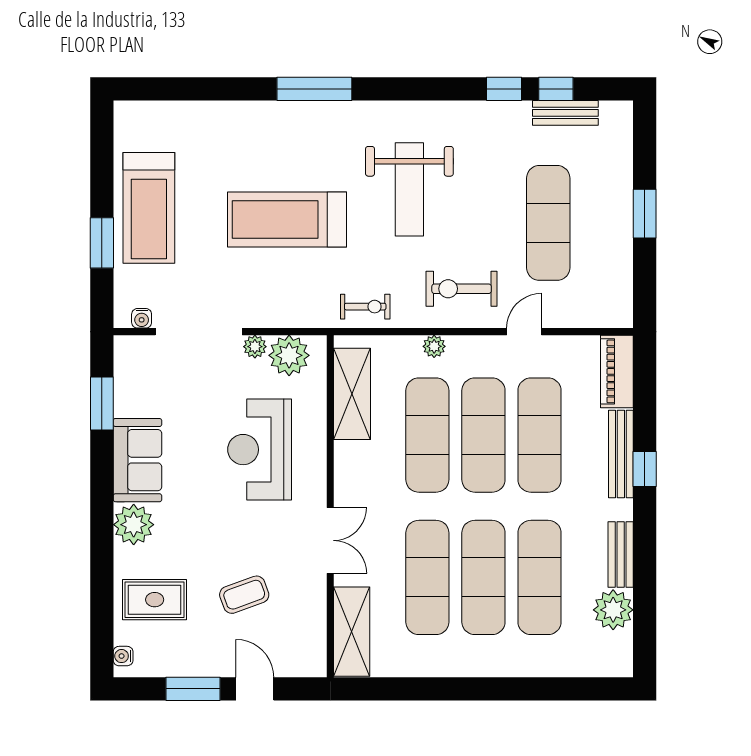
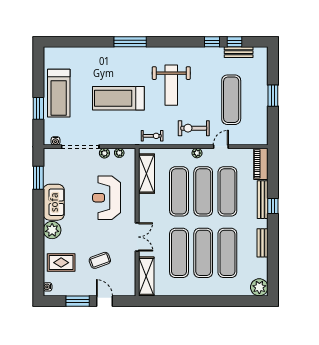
plant: (434, 346) -> (197, 153), moved
plant: (289, 355) -> (119, 153), width x0.53, depth x0.53
plant: (613, 610) -> (259, 287), moved

